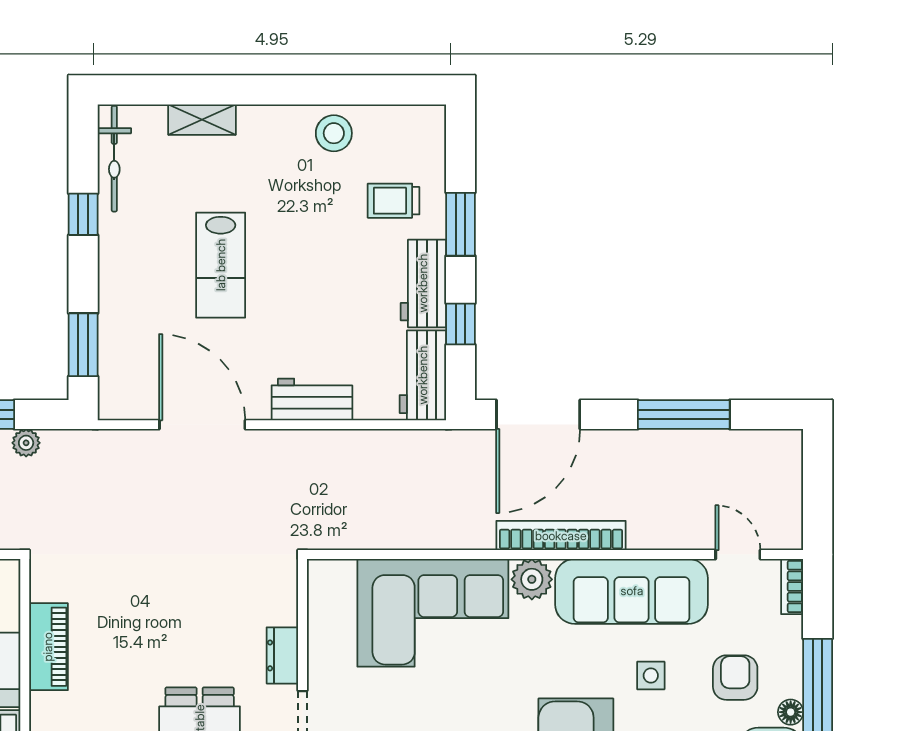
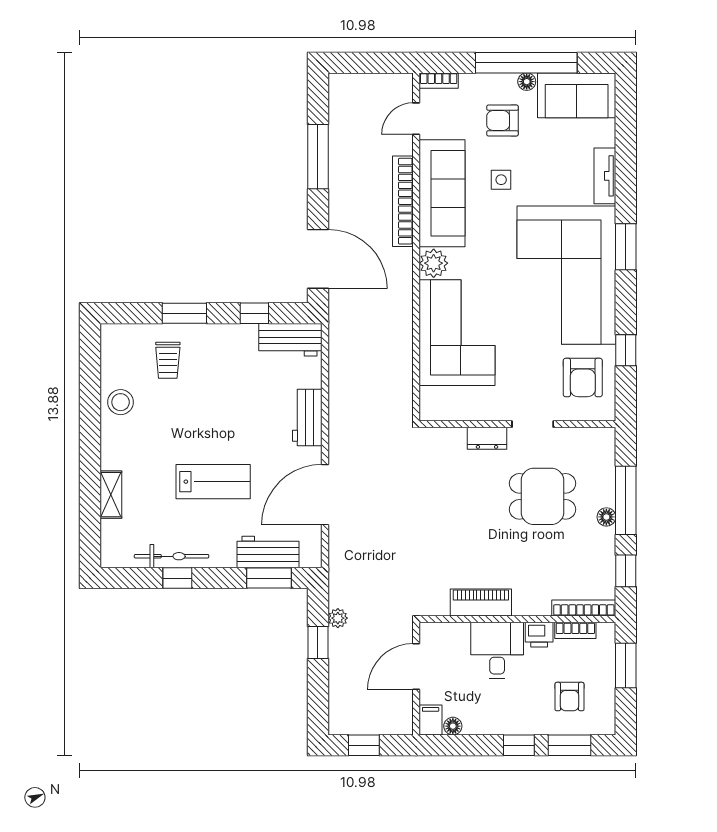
bicycle: (114, 159) -> (172, 556), moved
workbench: (423, 283) -> (268, 552), moved, turned 180
bookcase: (561, 536) -> (403, 201), moved

